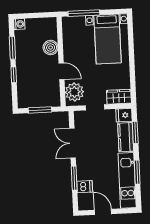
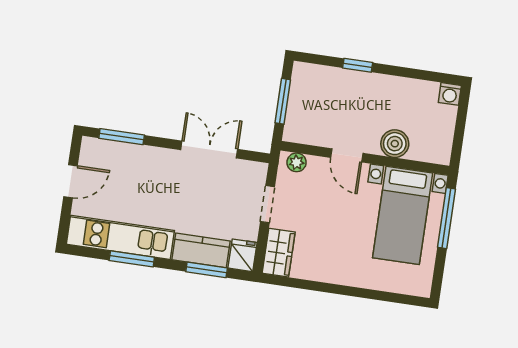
bed with nightstands: (108, 39) -> (403, 215), moved, turned -90
window: (12, 48) -> (408, 73), removed
door: (62, 71) -> (347, 155), hinge flipped
plant: (74, 92) -> (297, 162), width x0.53, depth x0.53
window: (74, 178) -> (122, 137), moved
dishwasher: (85, 187) -> (124, 156), removed

